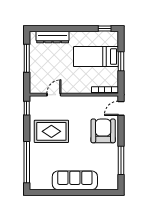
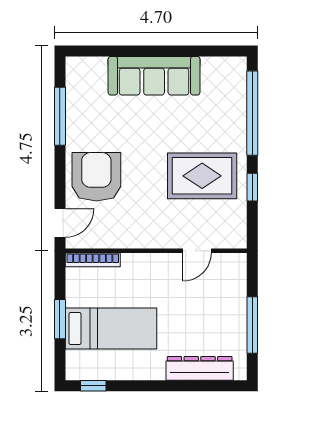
window: (27, 108) -> (252, 187), moved
armchair: (103, 131) -> (96, 177), turned 180

